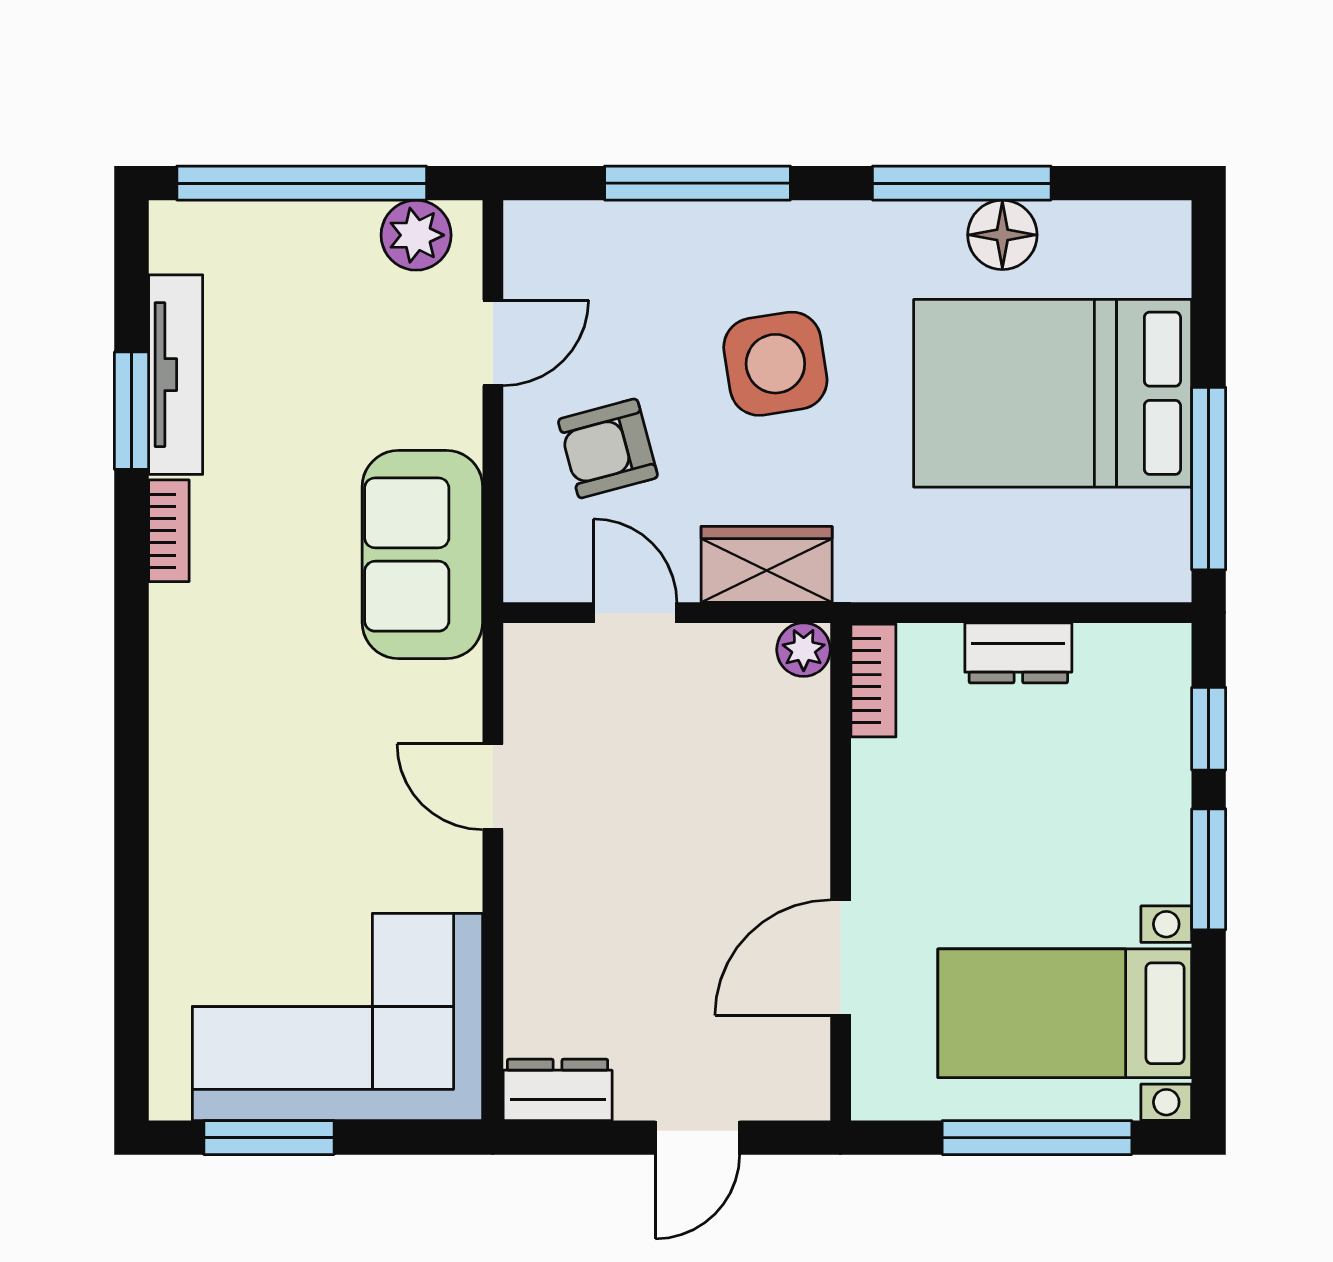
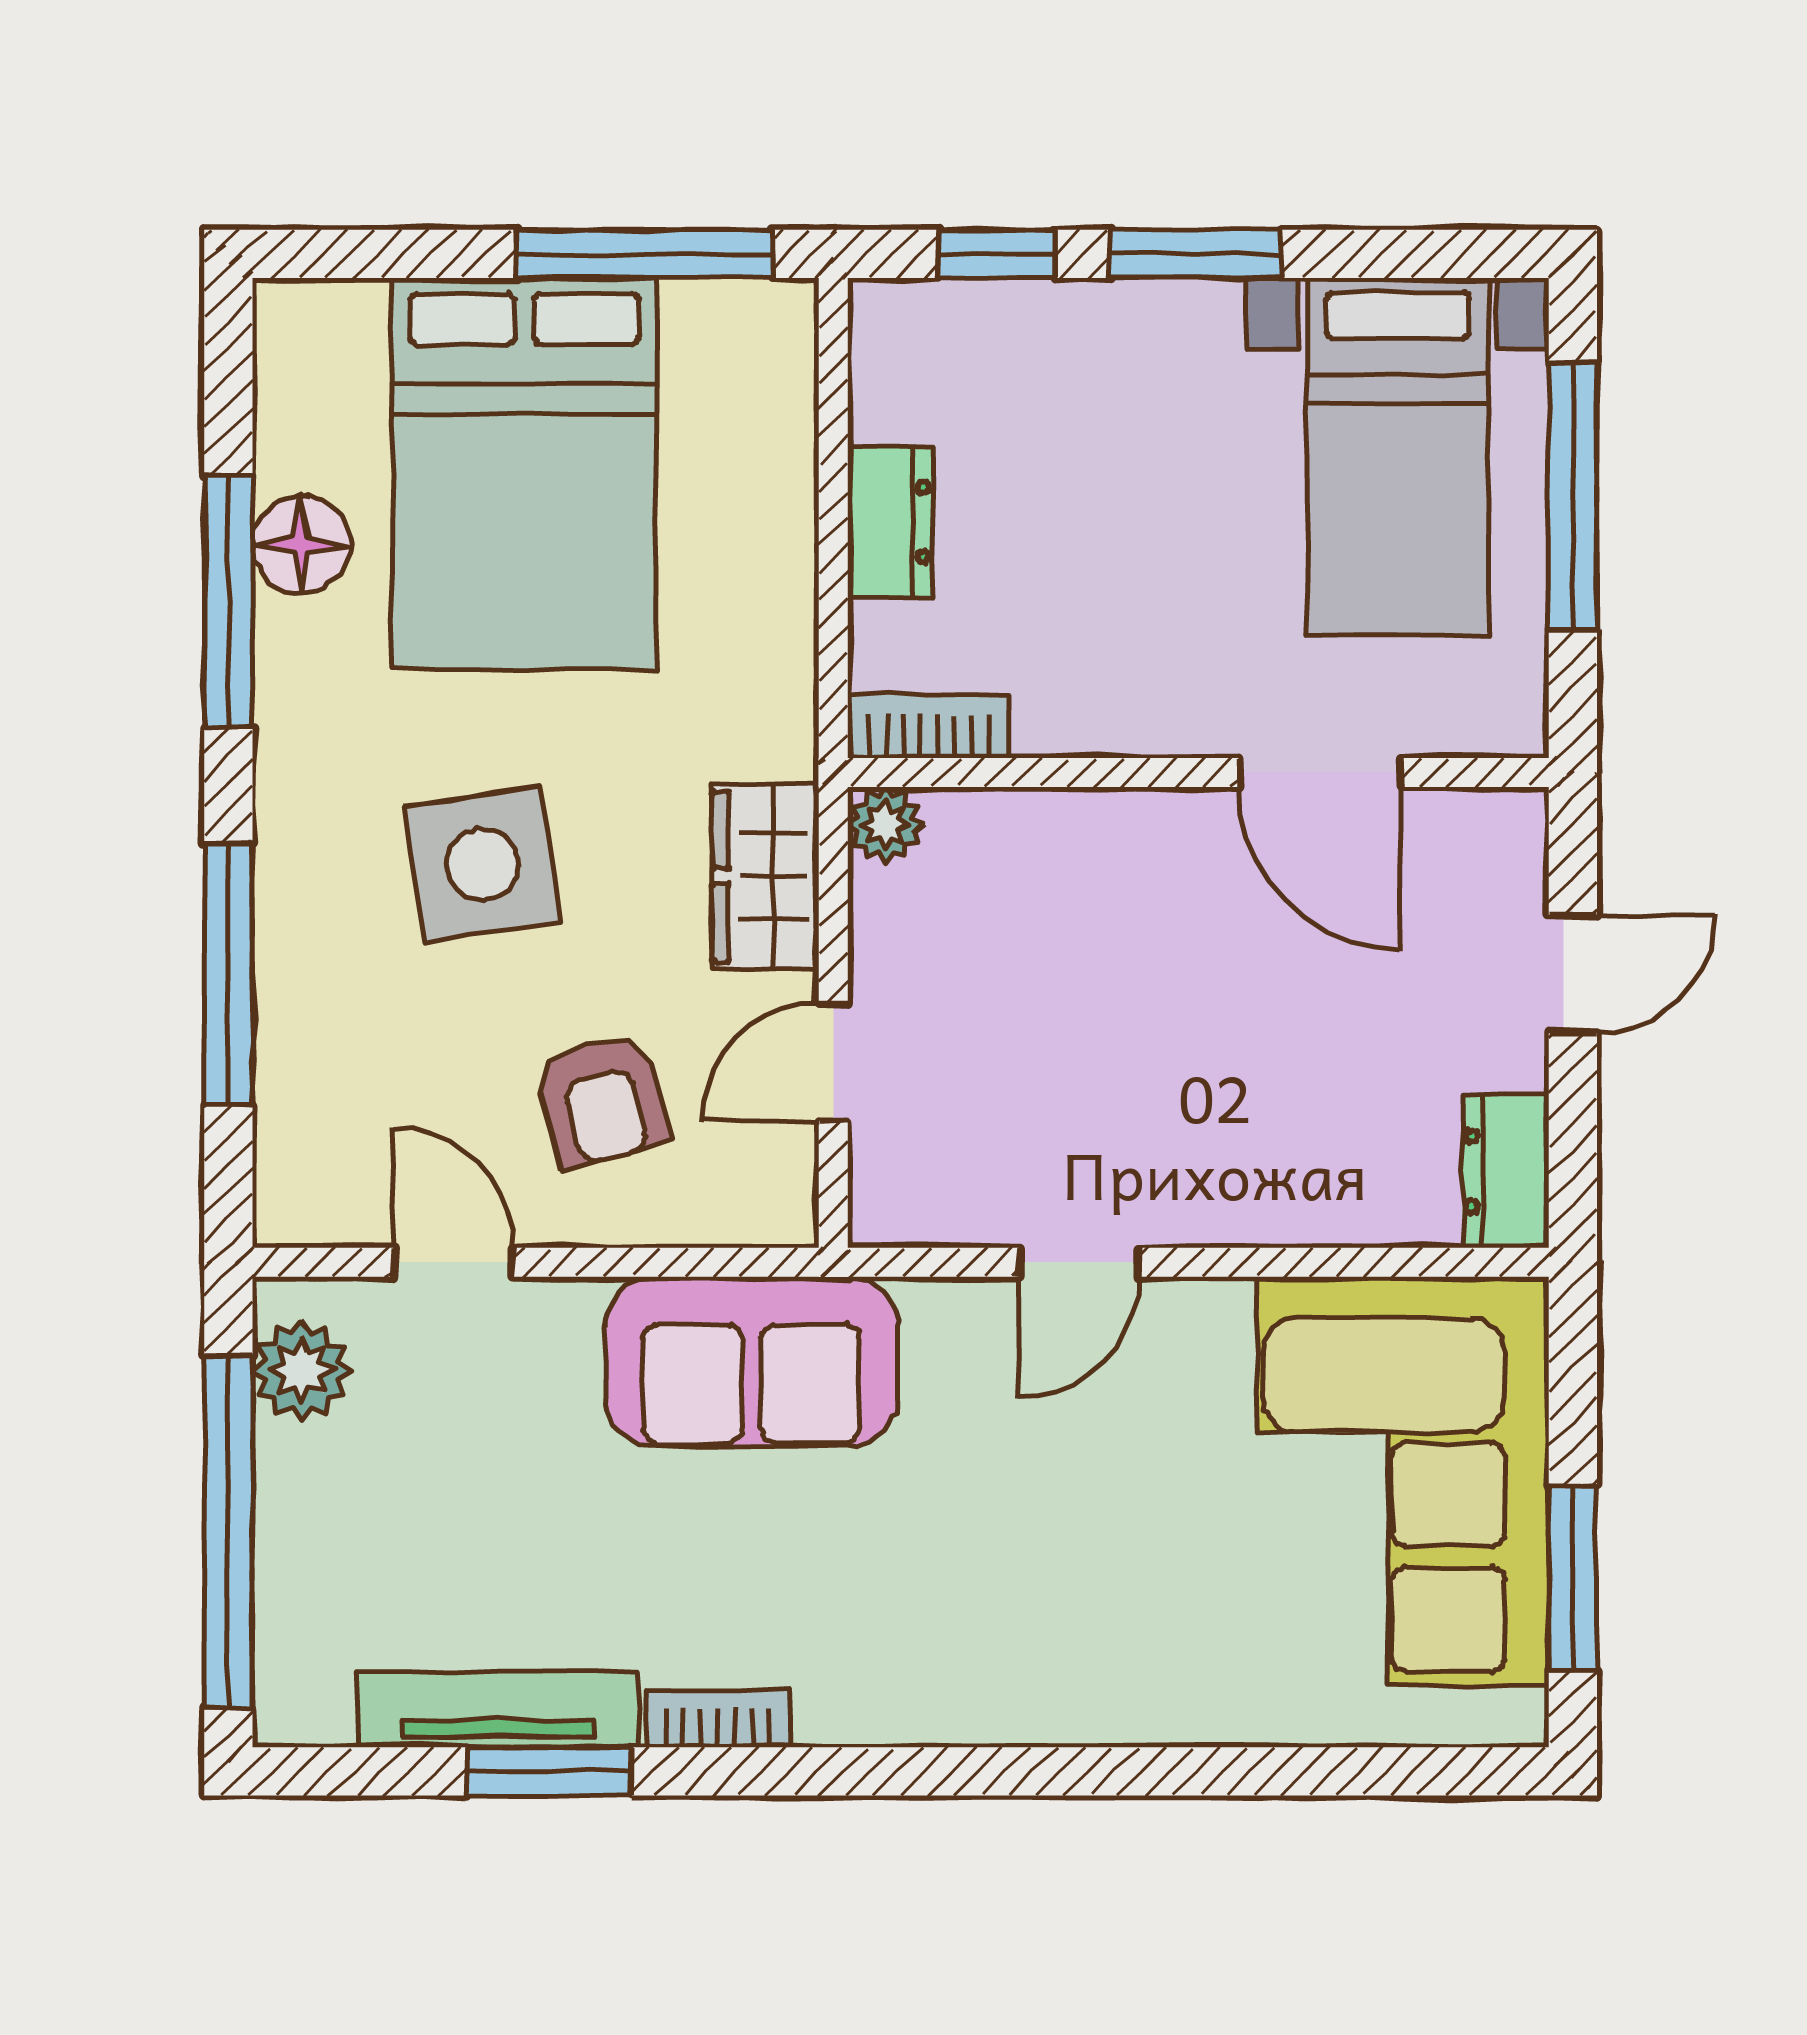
door: (697, 1138) -> (1573, 974), hinge flipped

